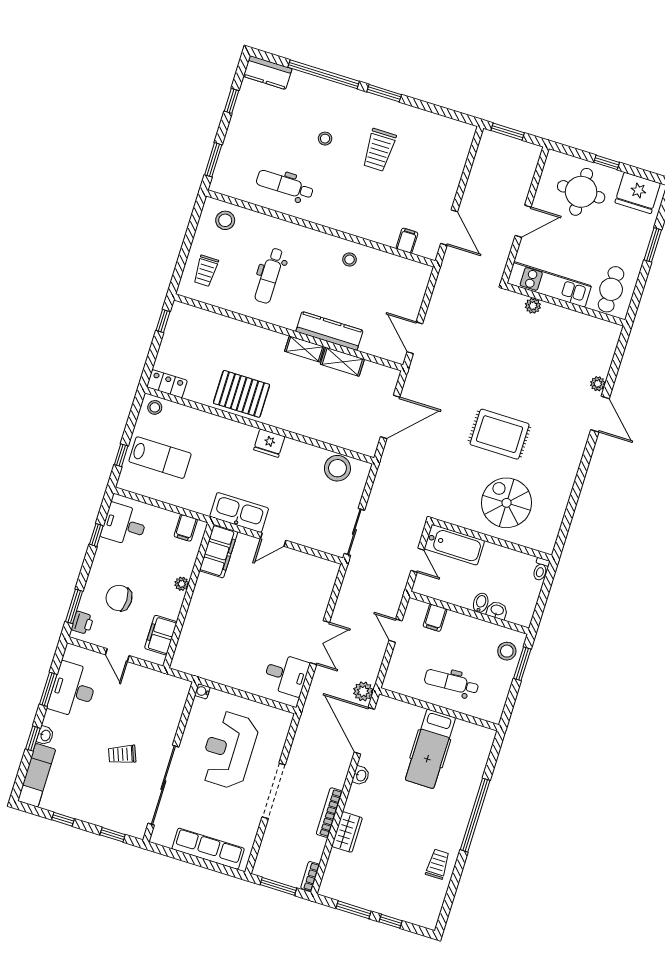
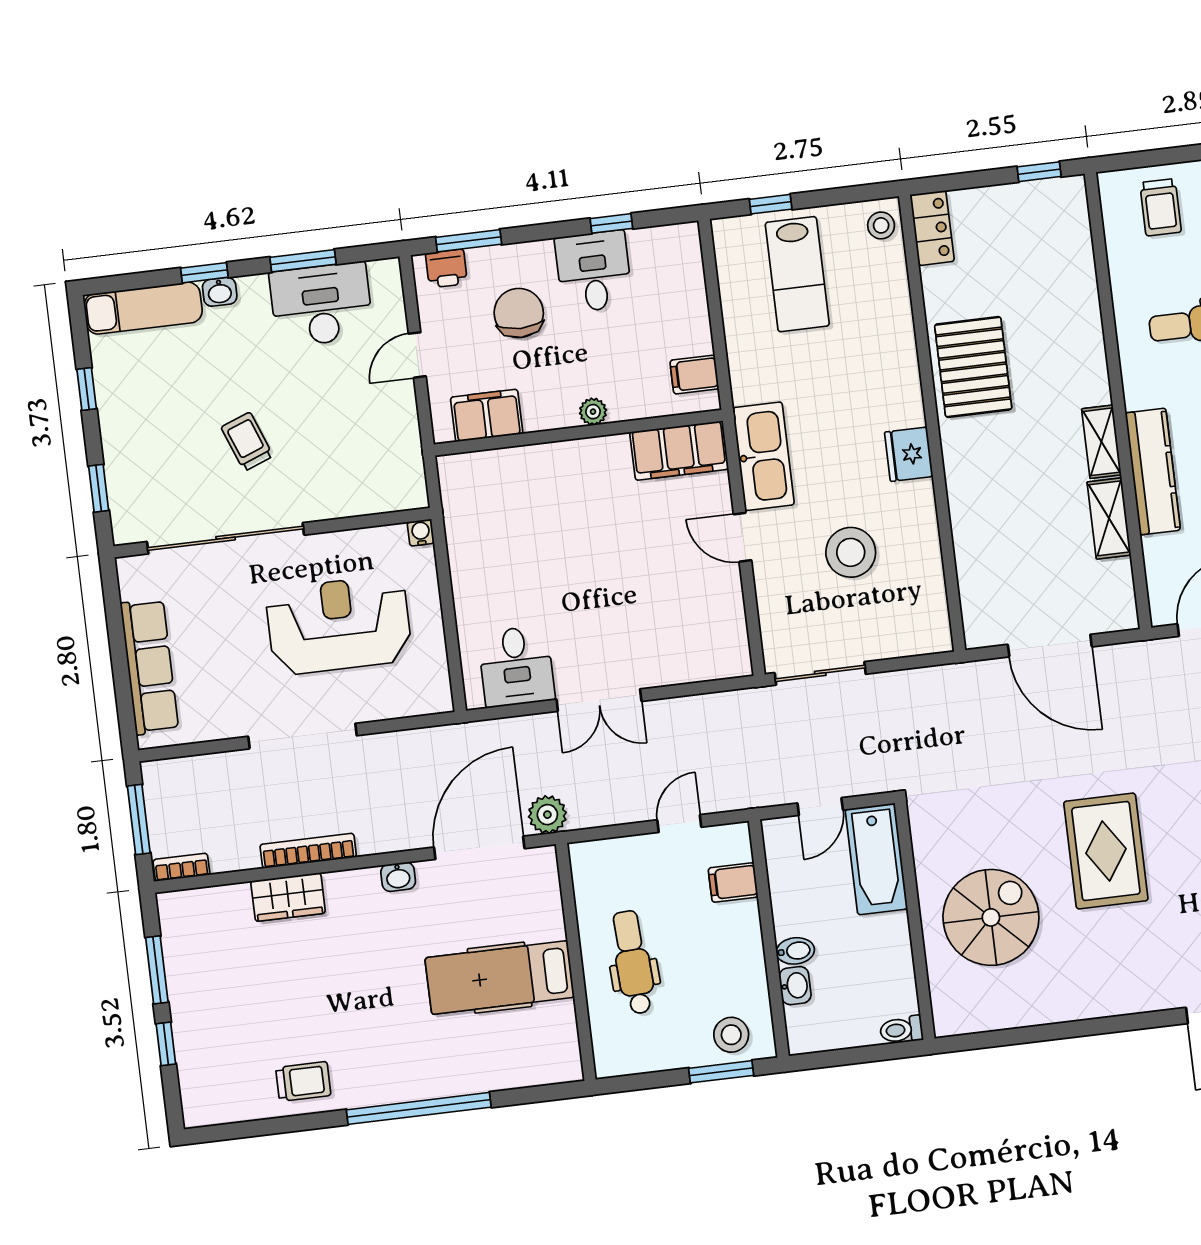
trolley: (206, 271) -> (1161, 207), turned -90
stool: (337, 468) -> (851, 552), moved
desk: (124, 525) -> (594, 272), moved

